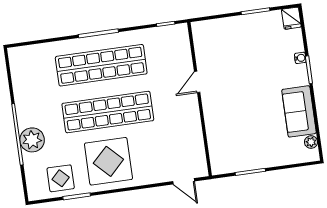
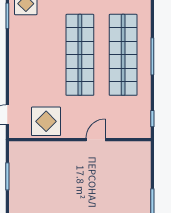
door: (197, 82) -> (96, 140), hinge flipped
display table: (108, 161) -> (46, 121), moved, width x0.73, depth x0.73

